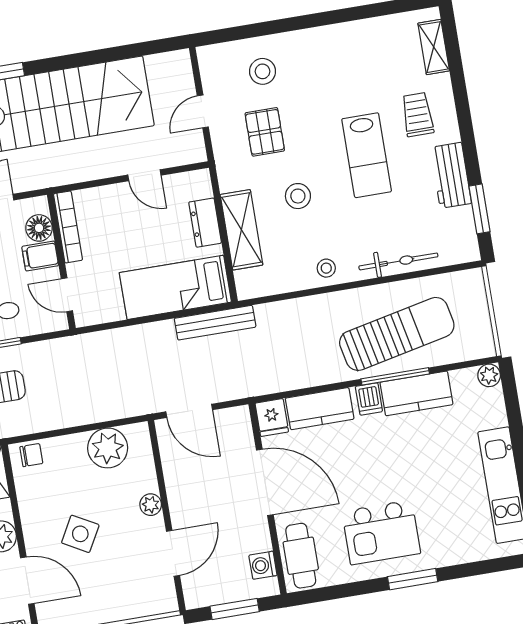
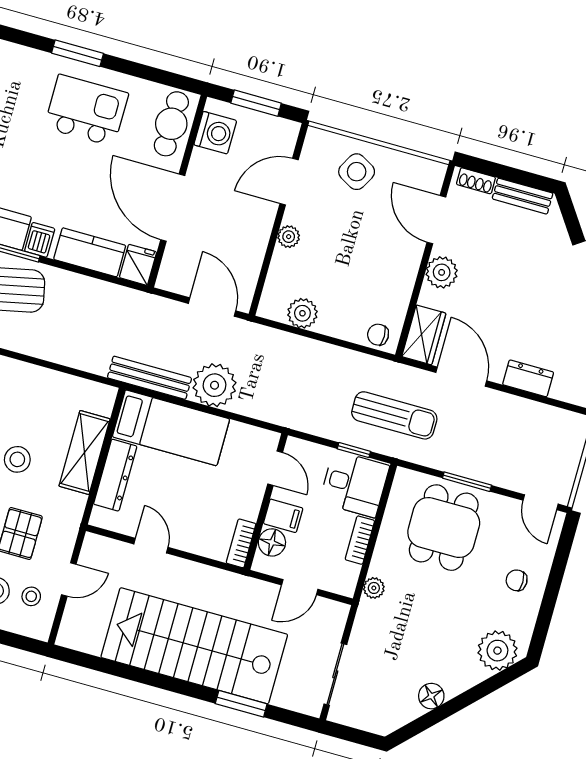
dresser: (205, 223) -> (115, 475), width x1.44
bookcase: (68, 227) -> (241, 543), width x0.64
stool: (326, 268) -> (31, 596), moved
plant: (155, 343) -> (215, 385), added
plant: (108, 448) -> (302, 313), width x0.73, depth x0.73
side table: (80, 534) -> (357, 172), moved
washing machine: (263, 565) -> (215, 133), width x1.38, depth x1.38

